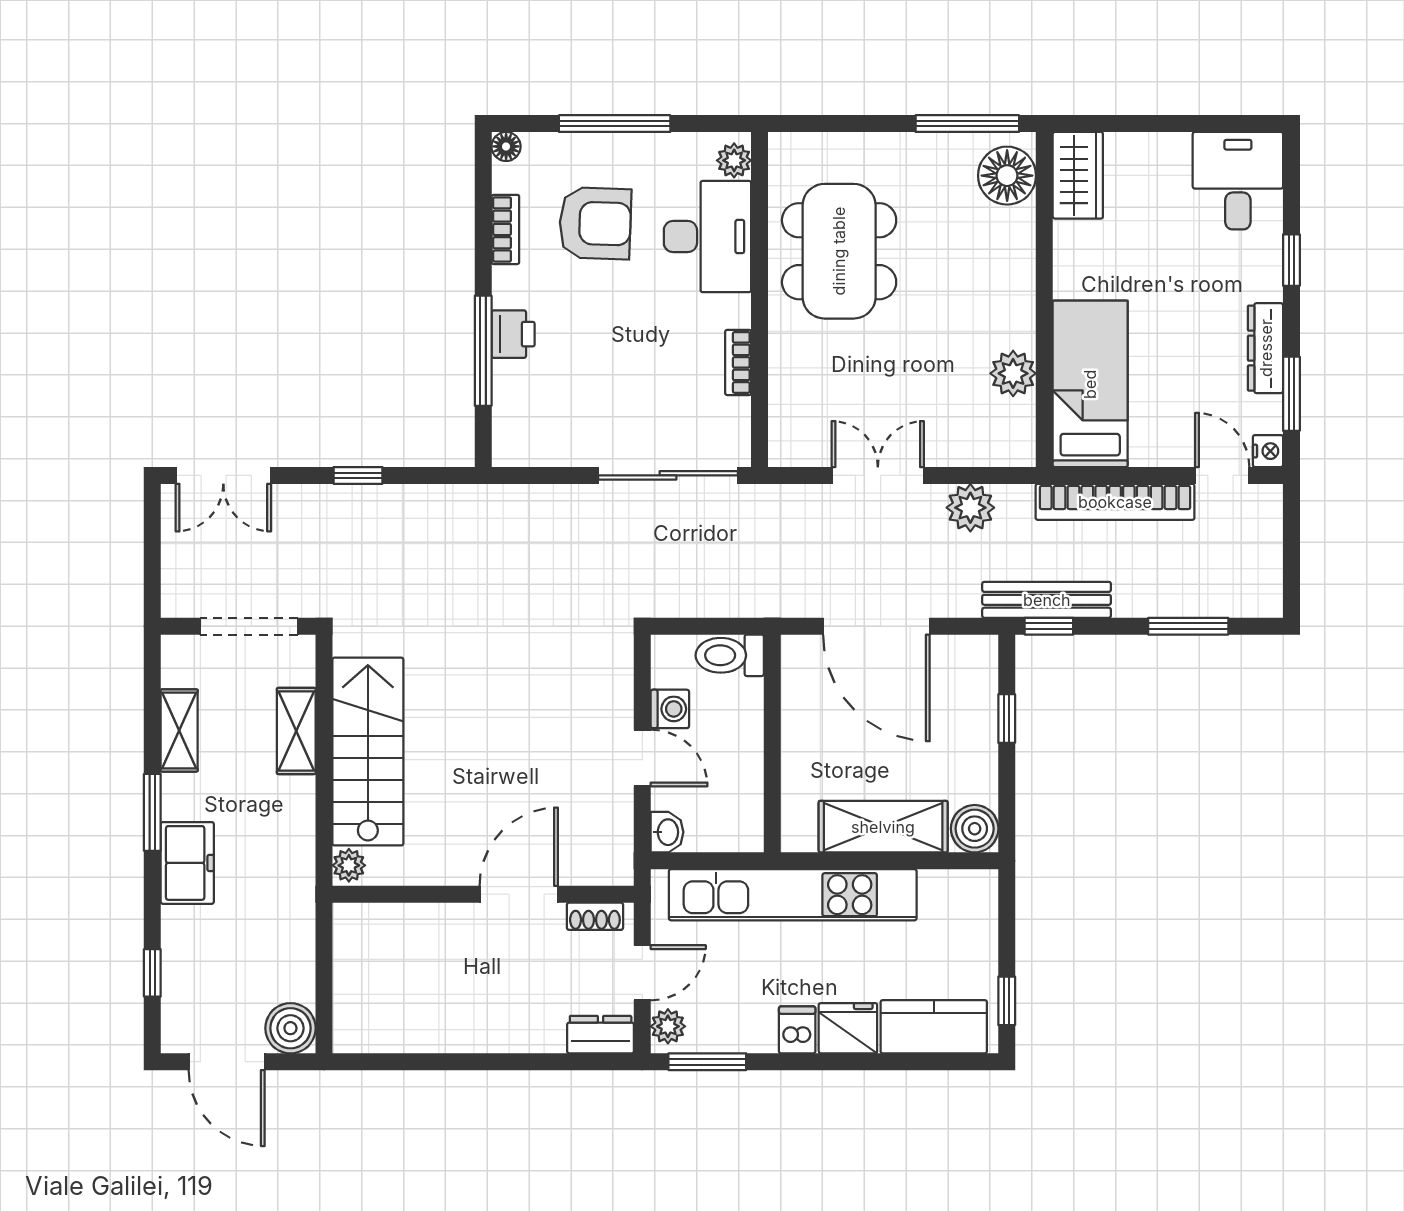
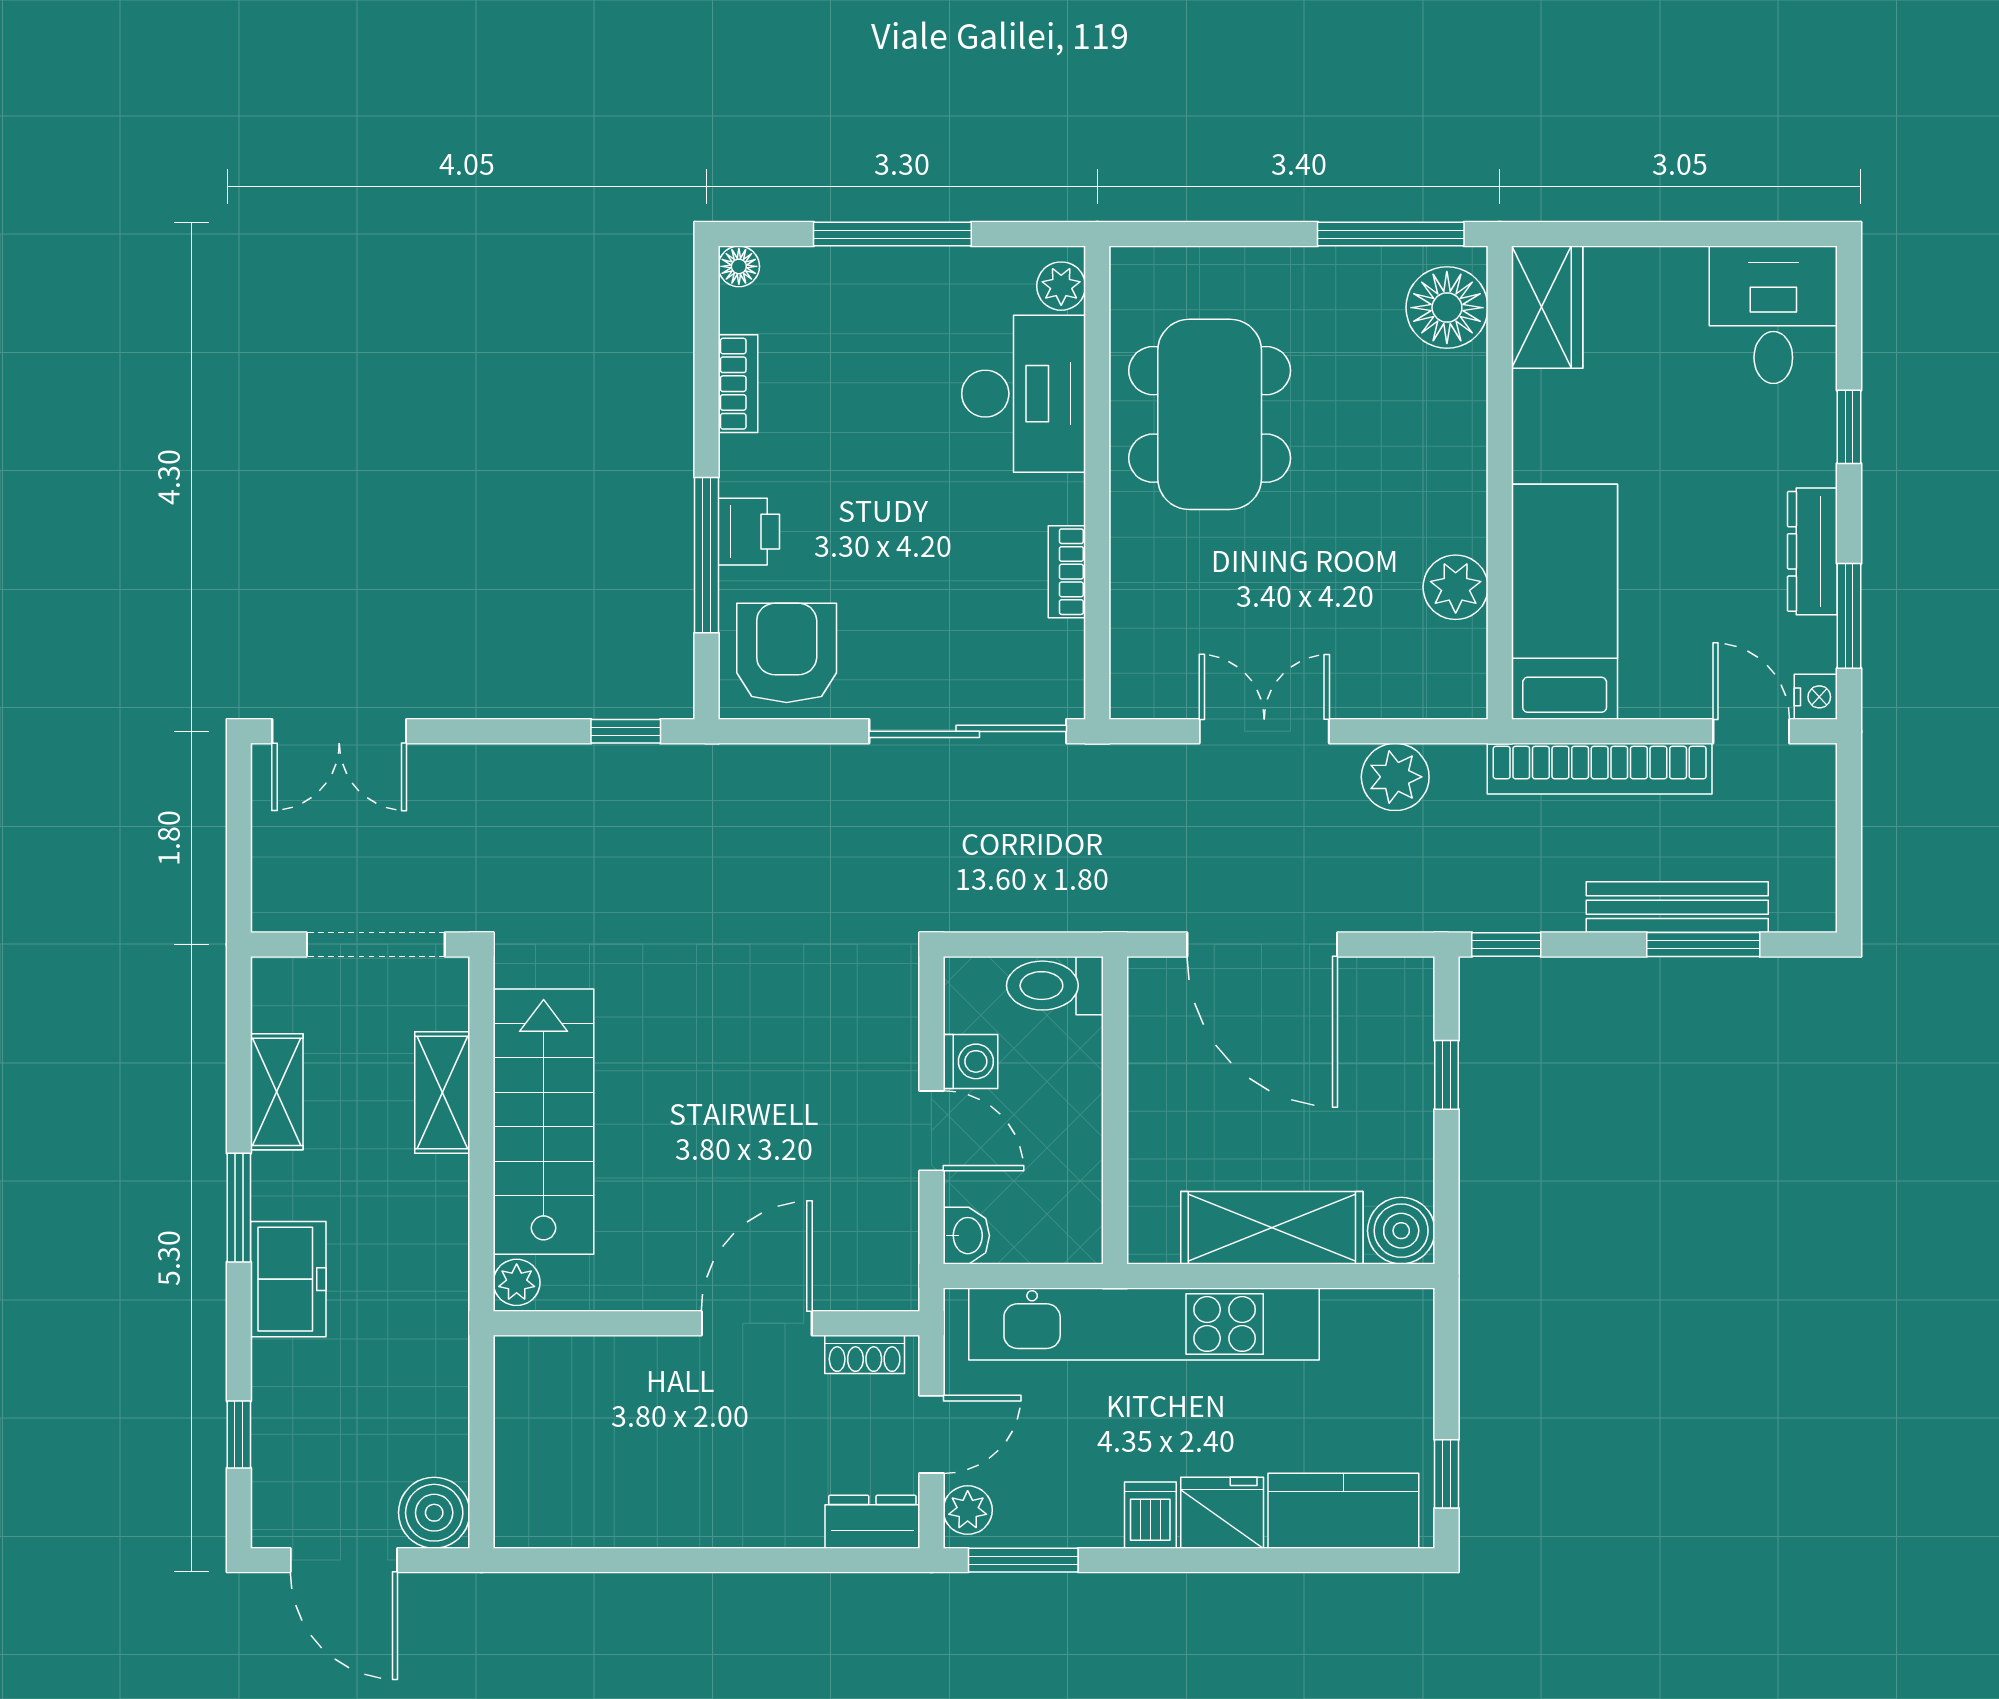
armchair: (595, 223) -> (787, 653), moved, turned -92
window: (358, 475) -> (626, 731), moved
bench: (1047, 600) -> (1677, 907), moved

